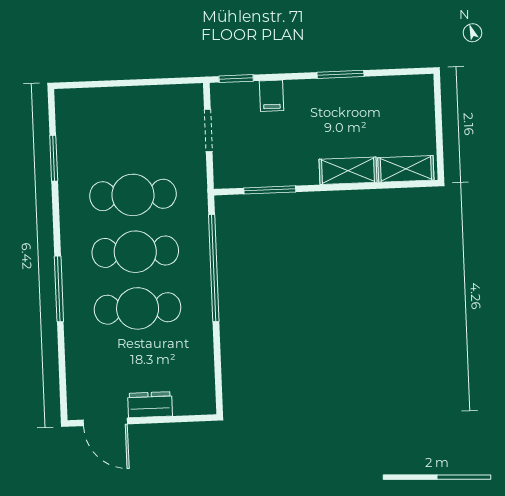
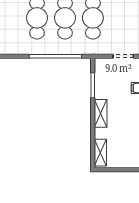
shelving: (348, 171) -> (101, 113), moved

